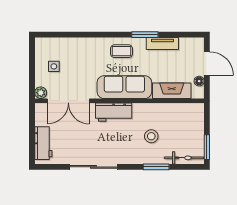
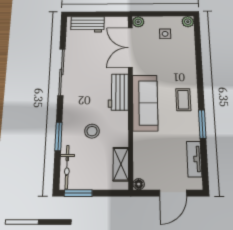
plant: (41, 43) -> (188, 22), added
tv unit: (162, 44) -> (194, 159), moved
floor lamp: (199, 81) -> (139, 184), moved
fireplace: (172, 91) -> (142, 153), removed
shelving: (181, 110) -> (121, 164), added

